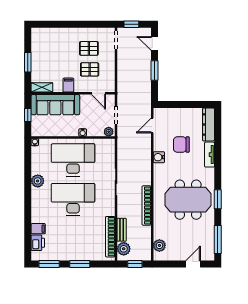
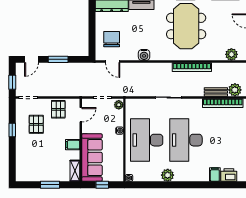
window: (83, 24) -> (12, 130), added
pallet: (90, 69) -> (58, 109), moved
chair: (181, 145) -> (112, 39), moved, turned 180

